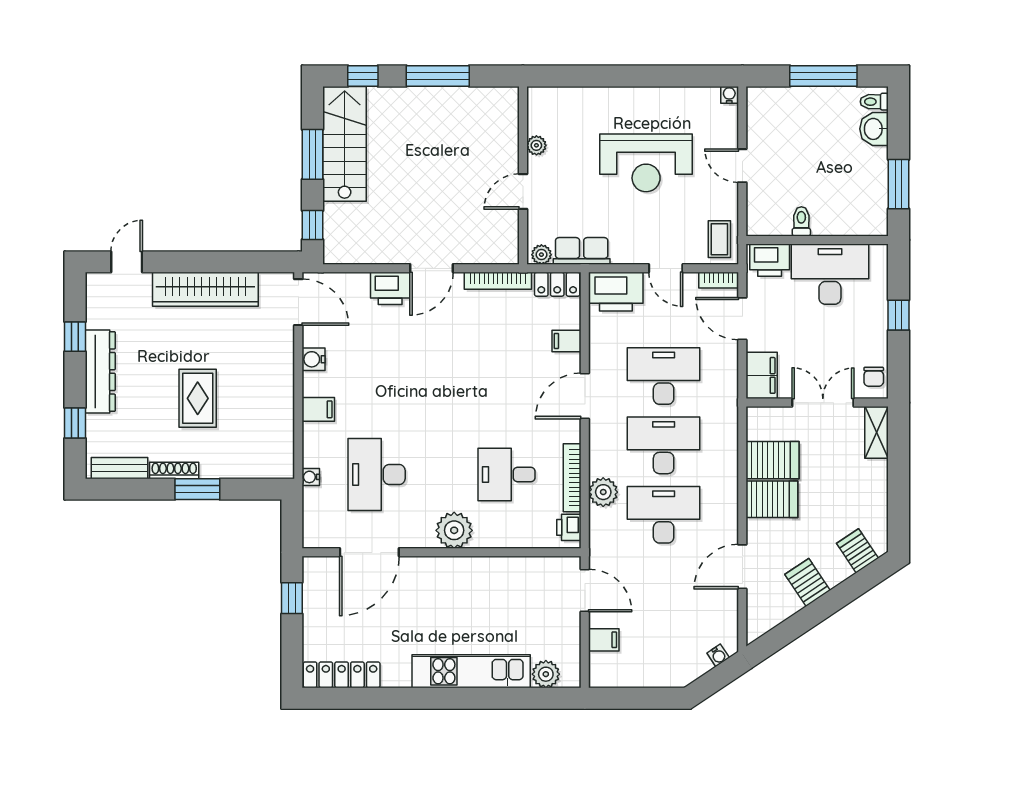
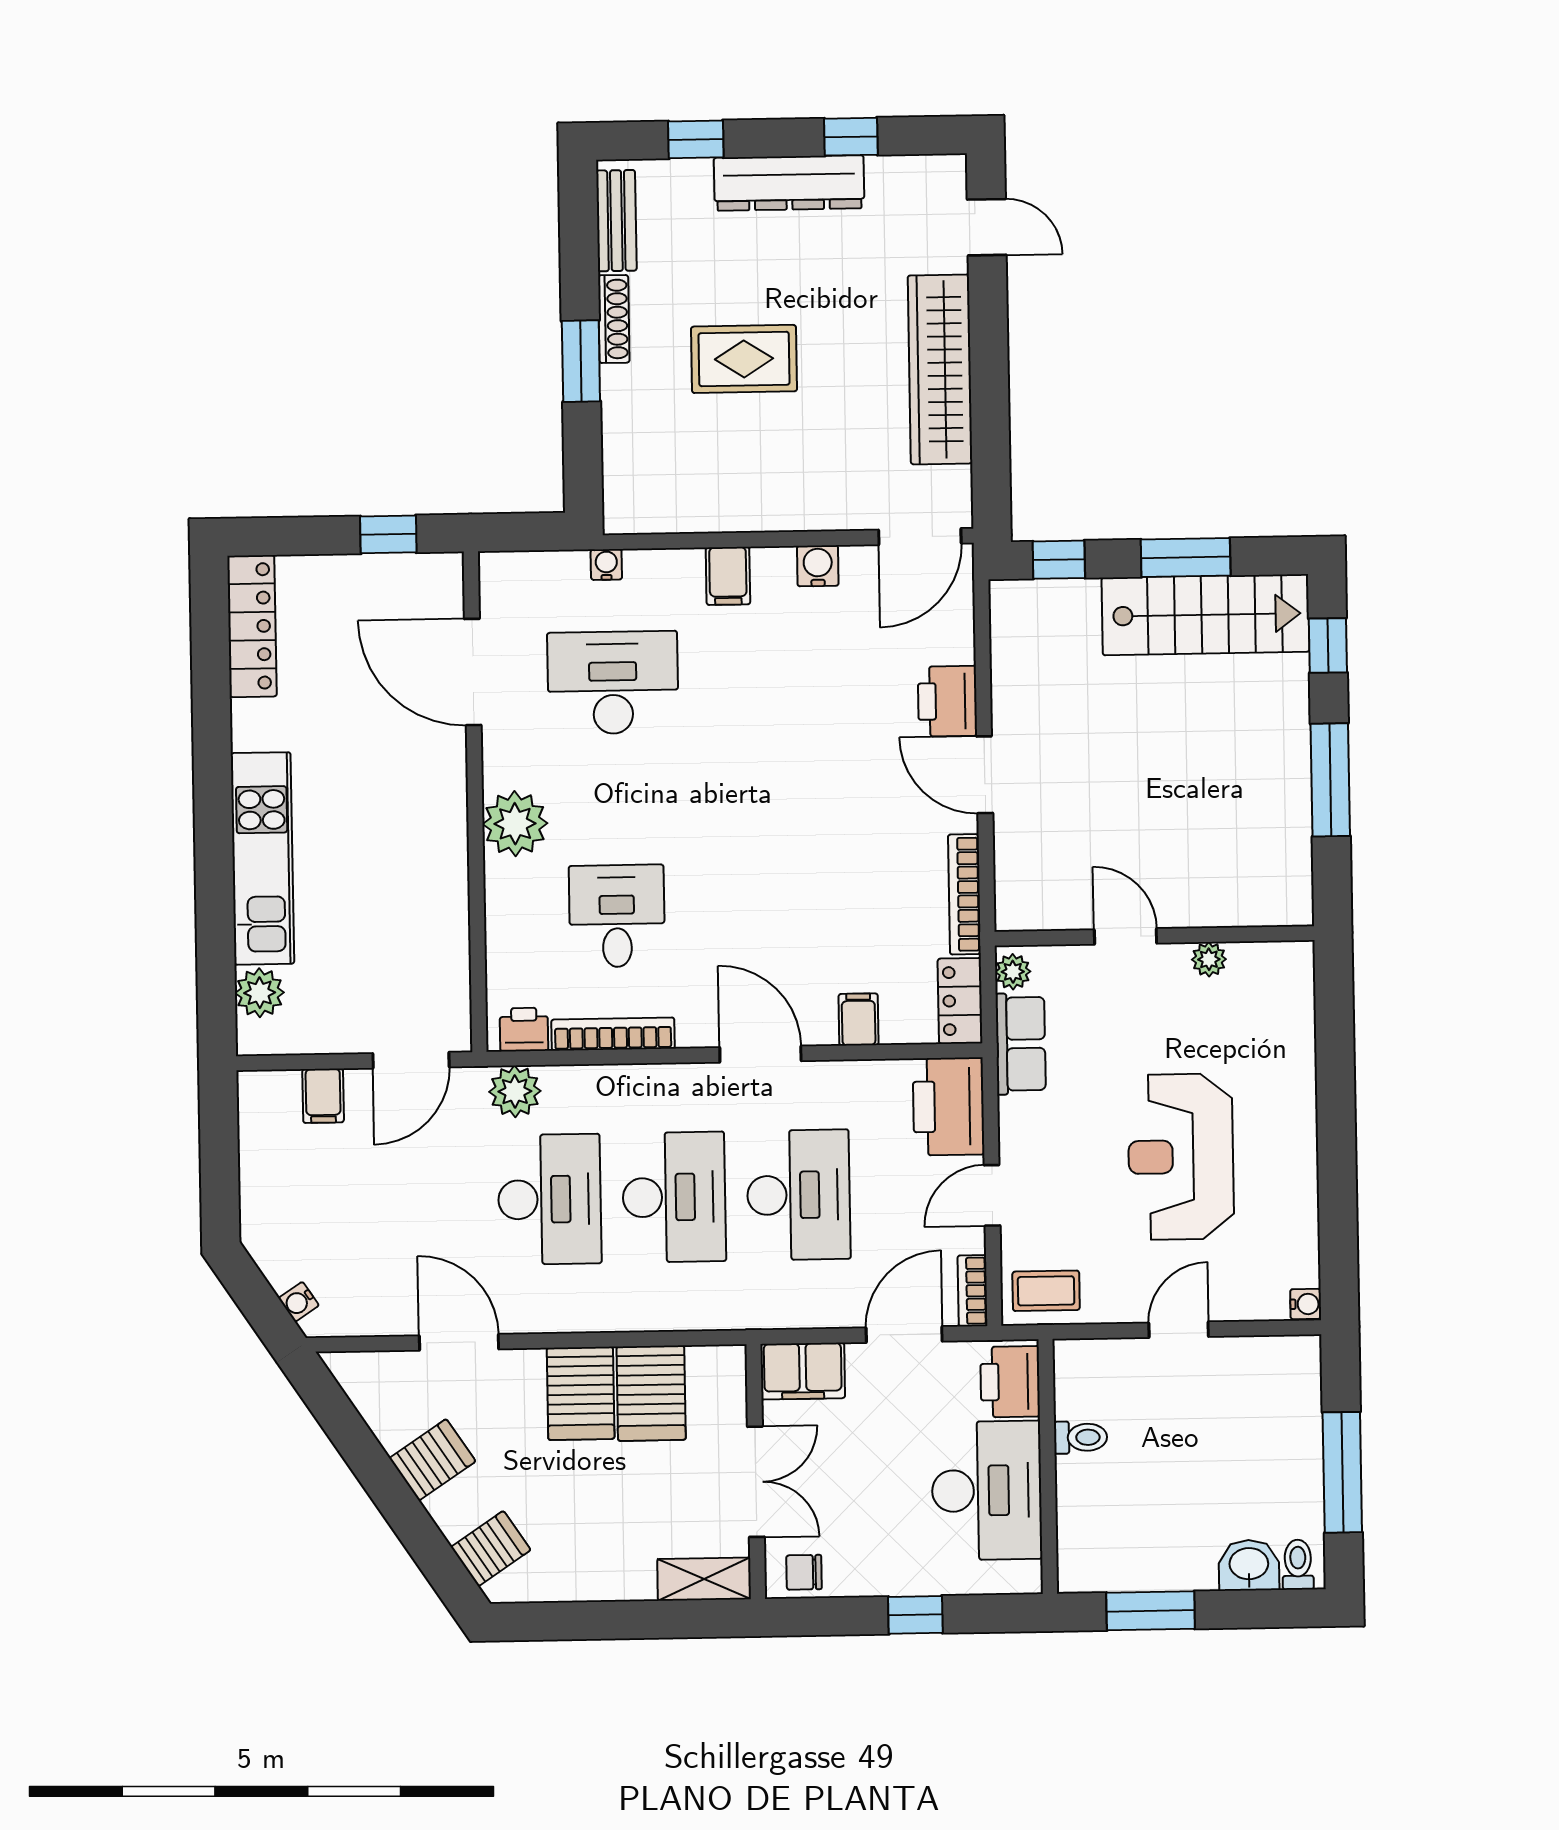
plant: (603, 492) -> (515, 1091), moved

